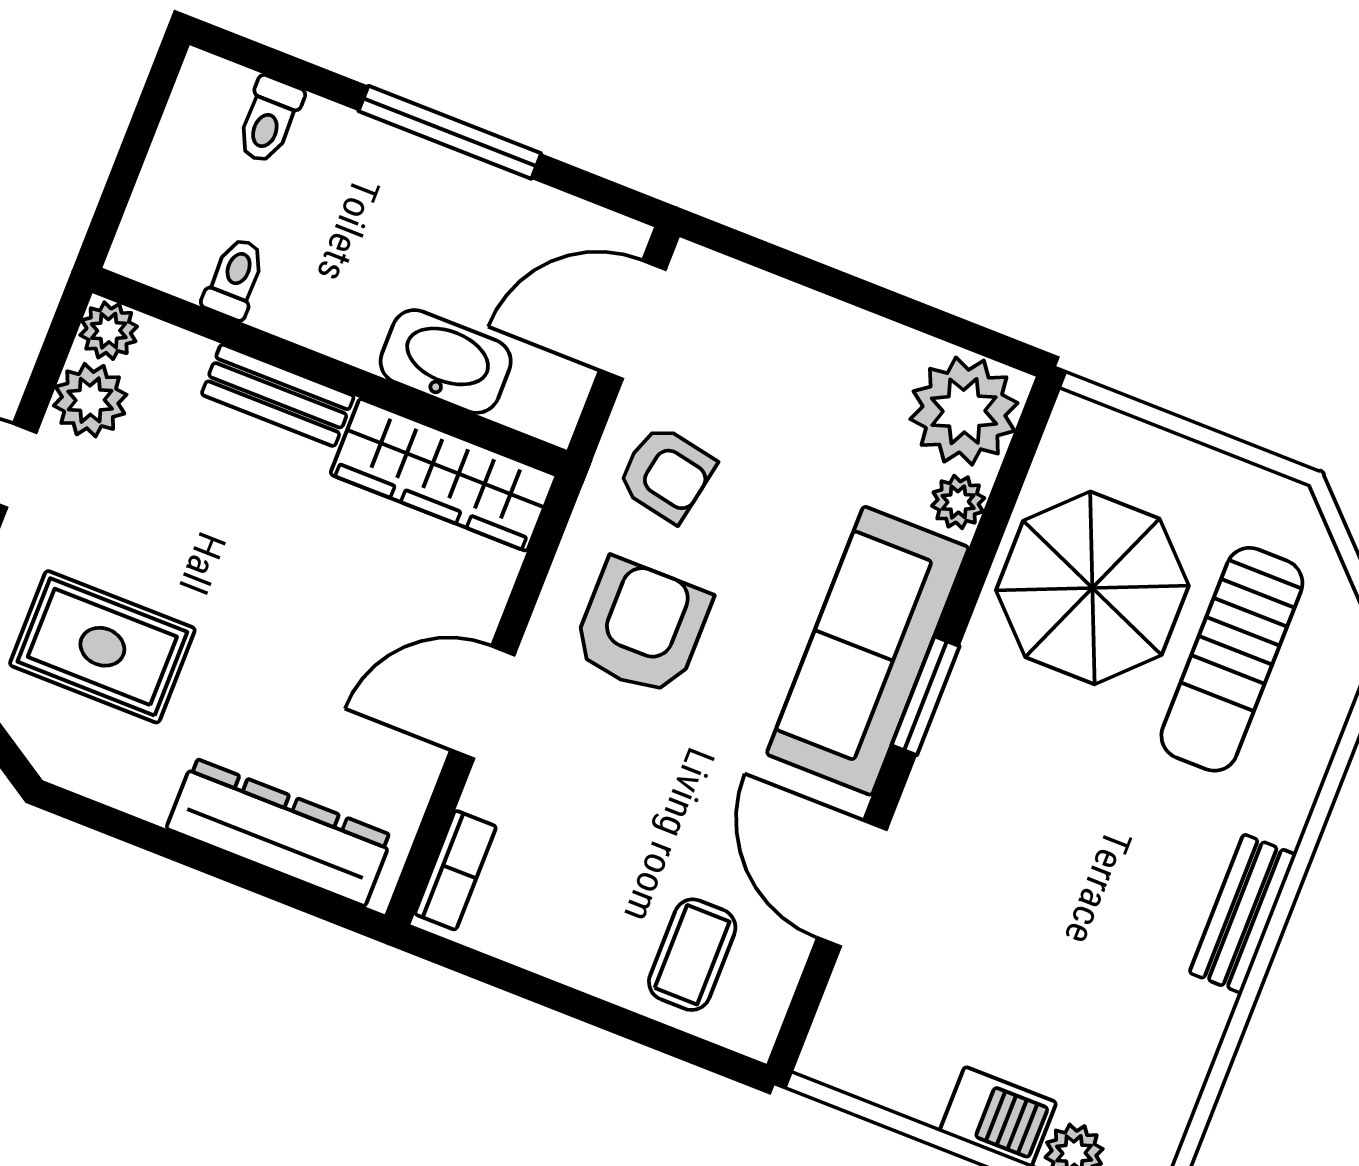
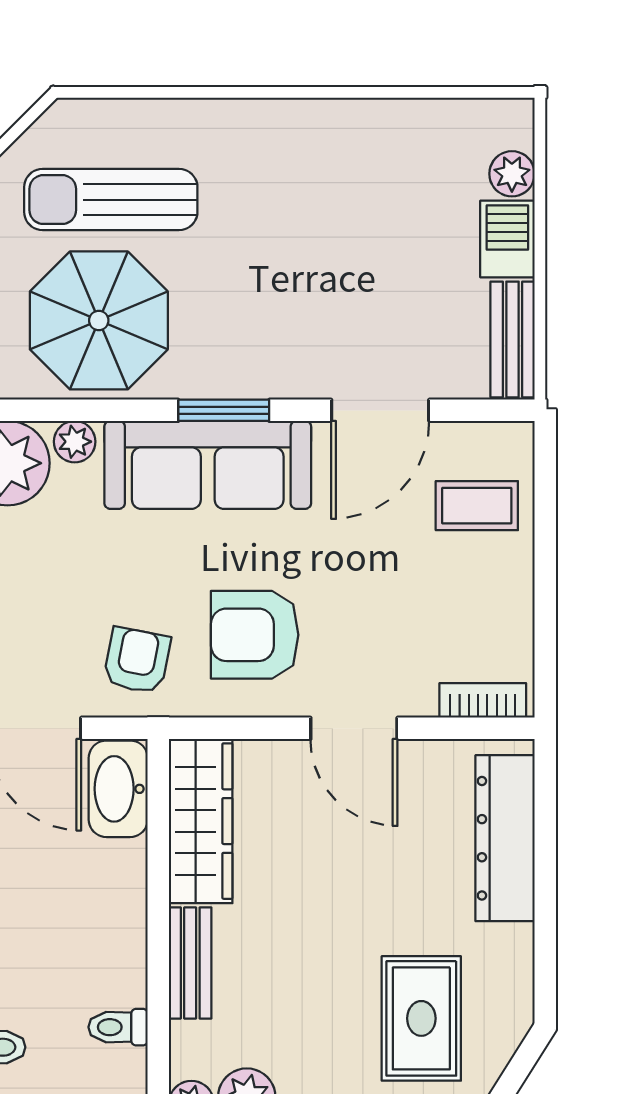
washbasin: (446, 361) -> (118, 789), moved
sun lounger: (1232, 659) -> (111, 200), turned 180
bench: (1243, 914) -> (513, 339), moved, turned 90

